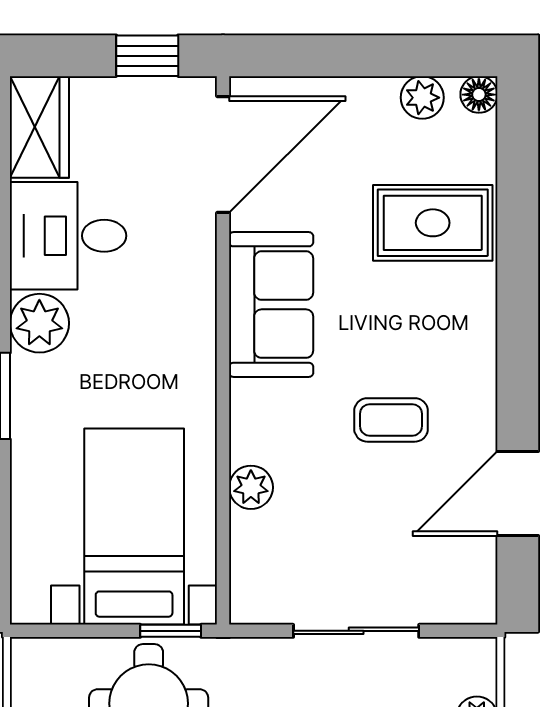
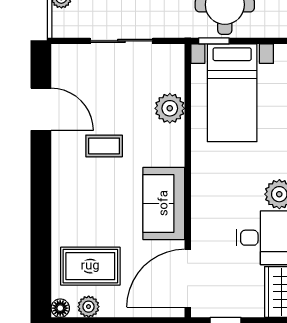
rug: (433, 223) -> (90, 266), moved
plant: (251, 487) -> (170, 108), width x1.38, depth x1.38
door: (518, 494) -> (41, 109), hinge flipped

